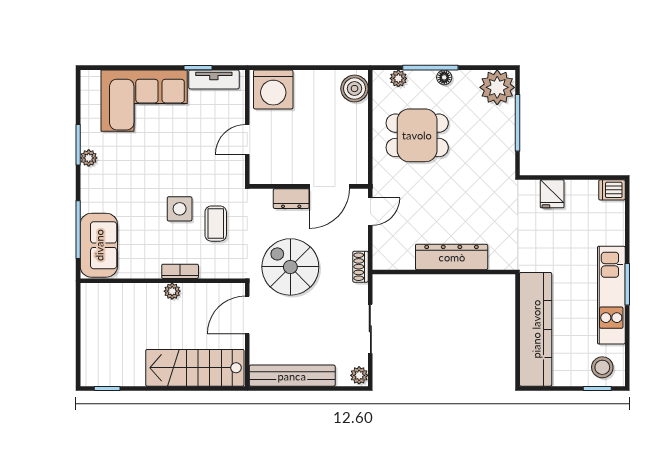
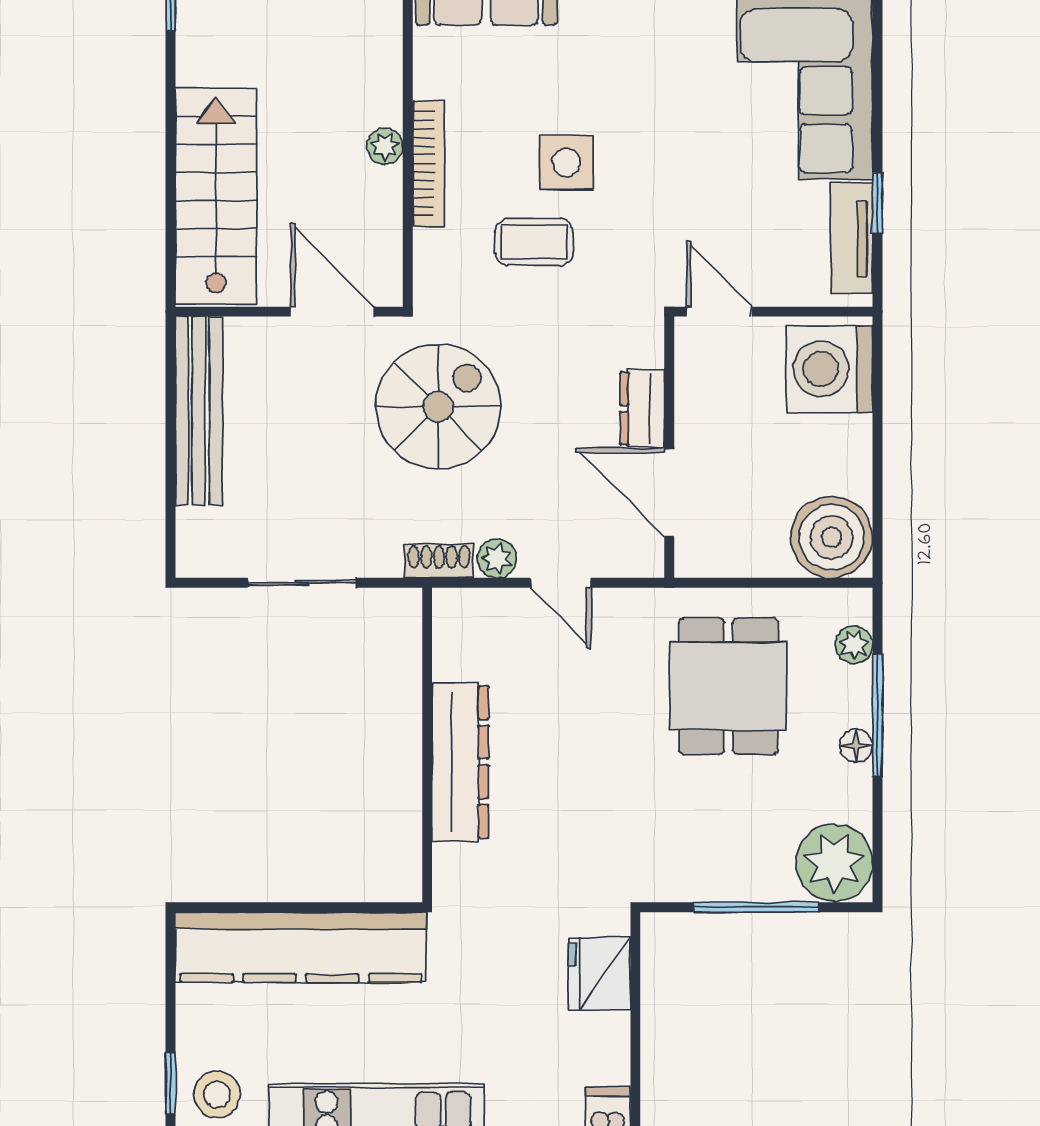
boiler: (355, 89) -> (832, 537), width x1.37, depth x1.37
wall: (309, 186) -> (669, 447), moved
door: (329, 186) -> (669, 492), moved
fridge: (552, 194) -> (599, 974), width x1.38
dresser: (291, 199) -> (642, 409), moved
bookcase: (180, 271) -> (429, 164), width x1.56
plant: (359, 375) -> (497, 558), moved

